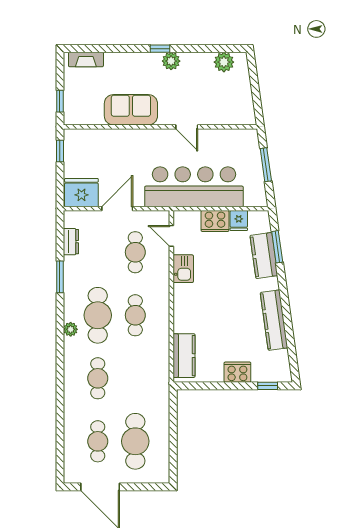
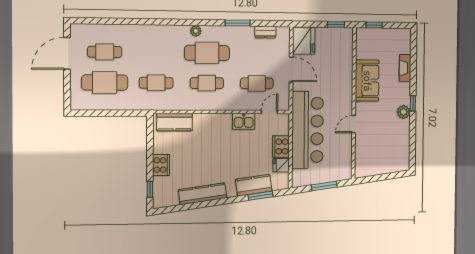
fireplace: (86, 59) -> (405, 68), moved
plant: (224, 62) -> (402, 153), removed
cafe table: (98, 378) -> (156, 83), moved

